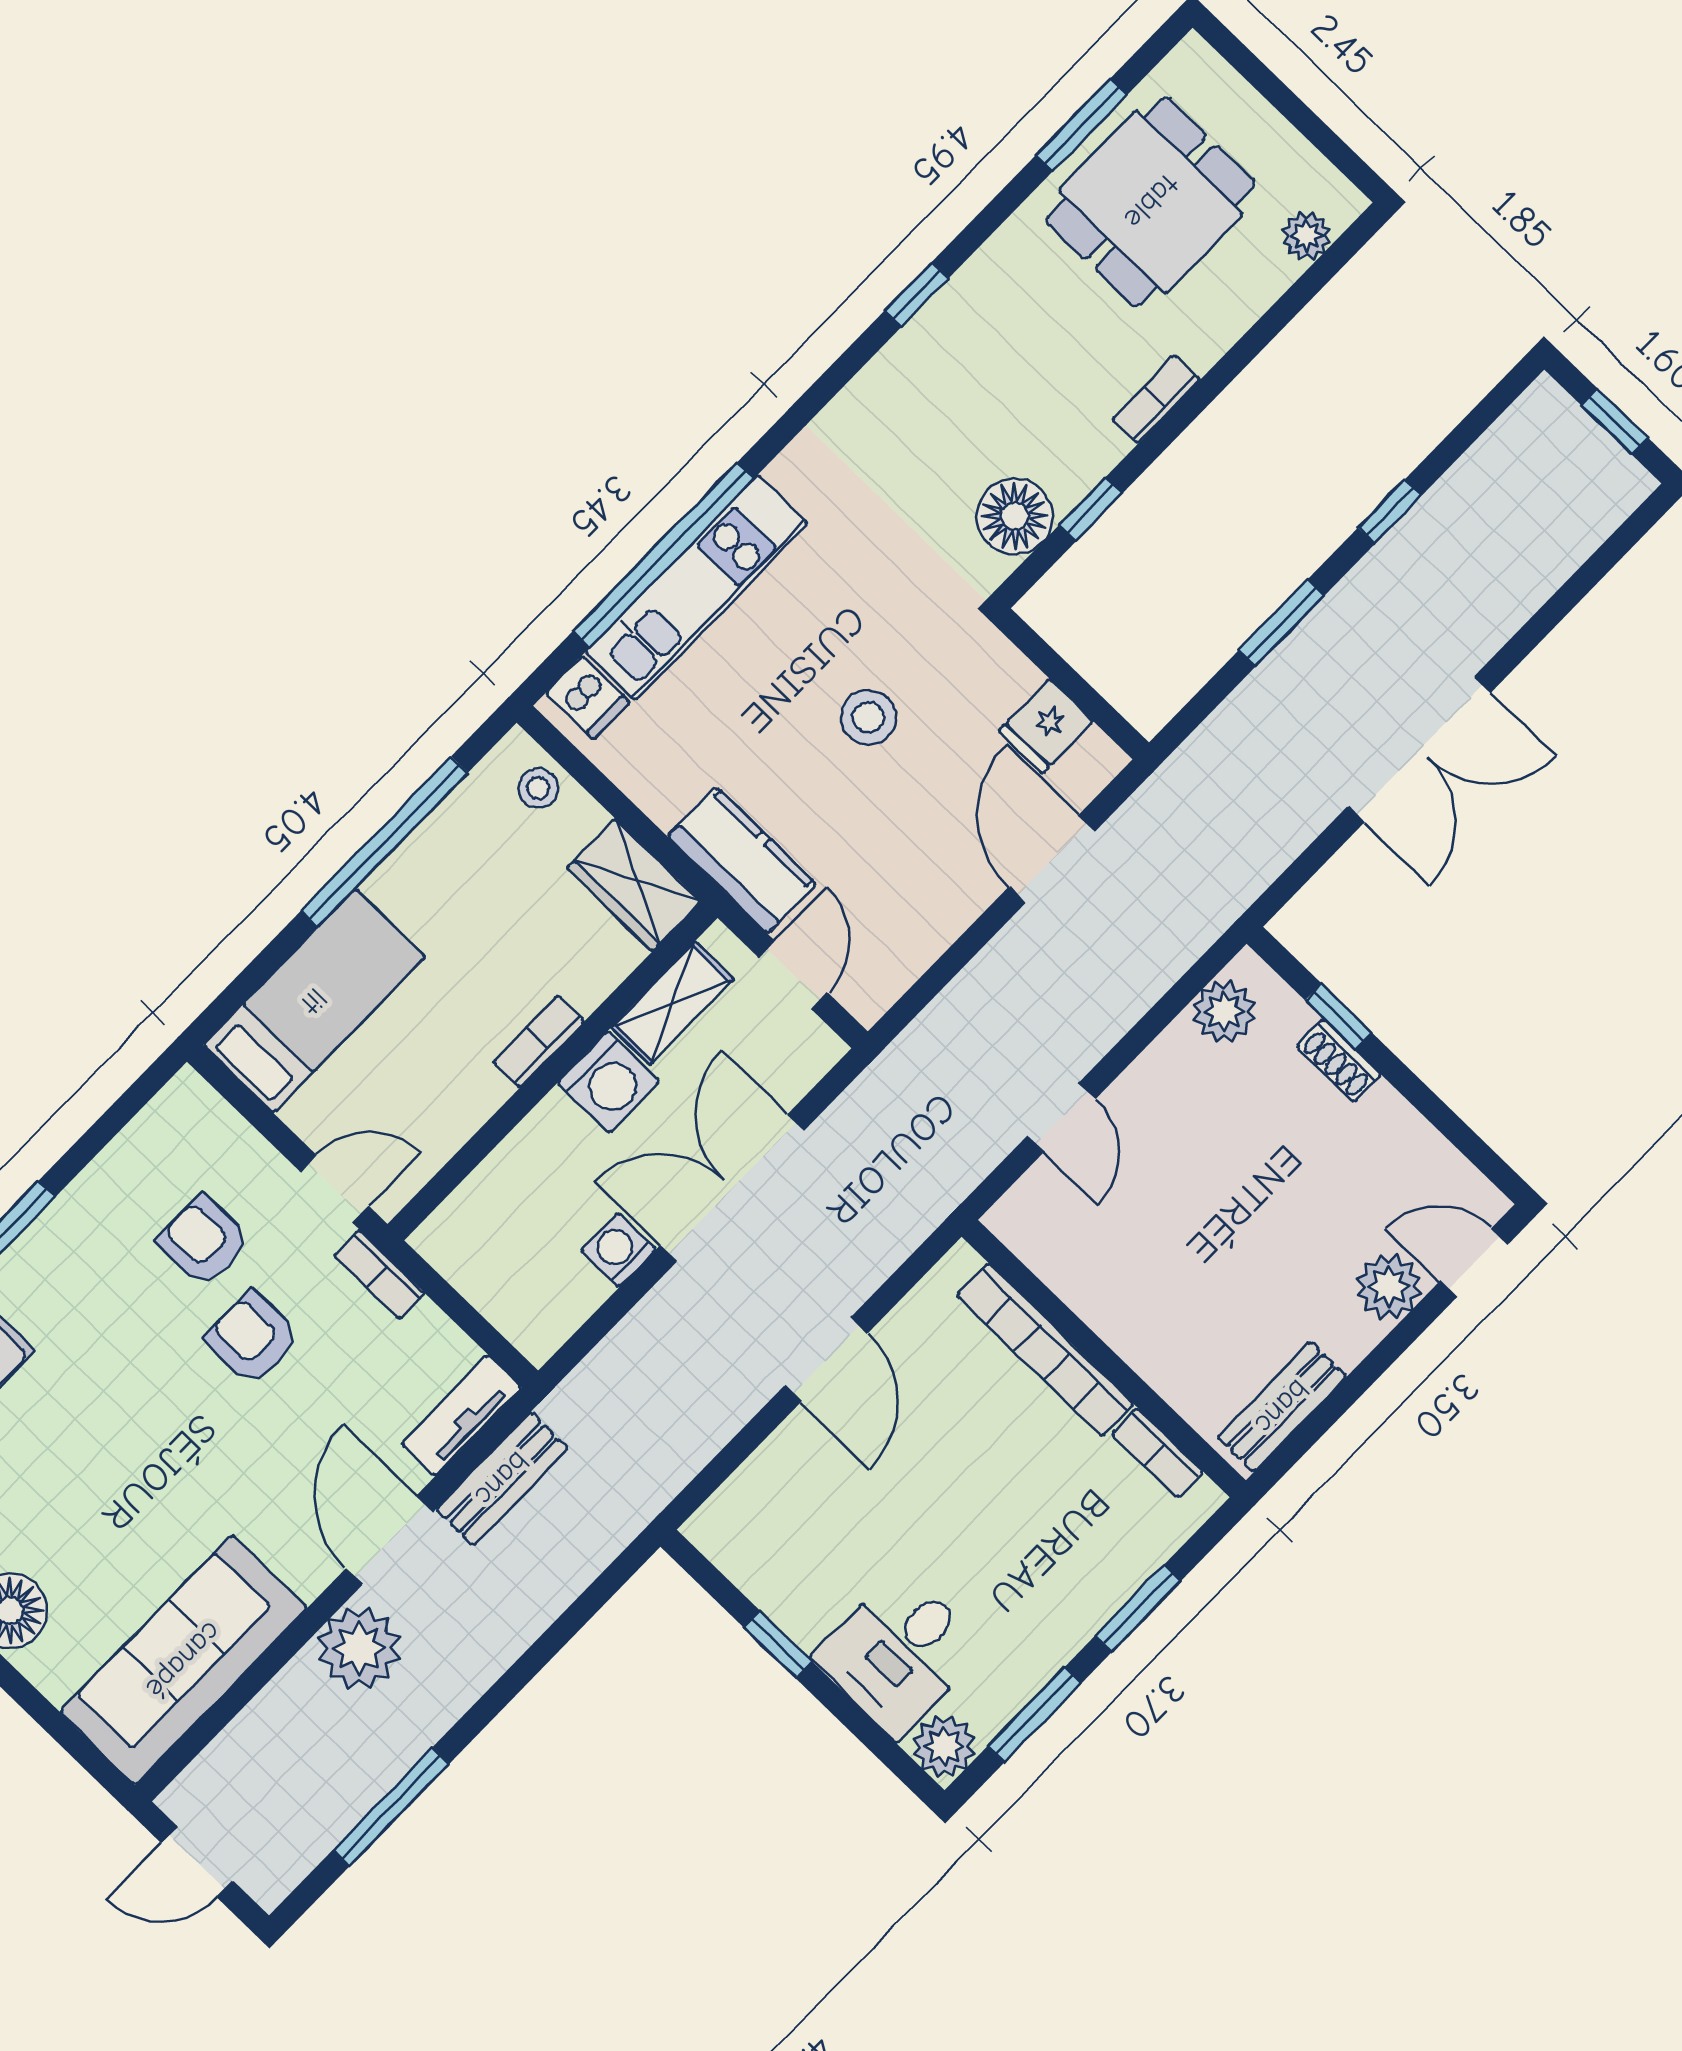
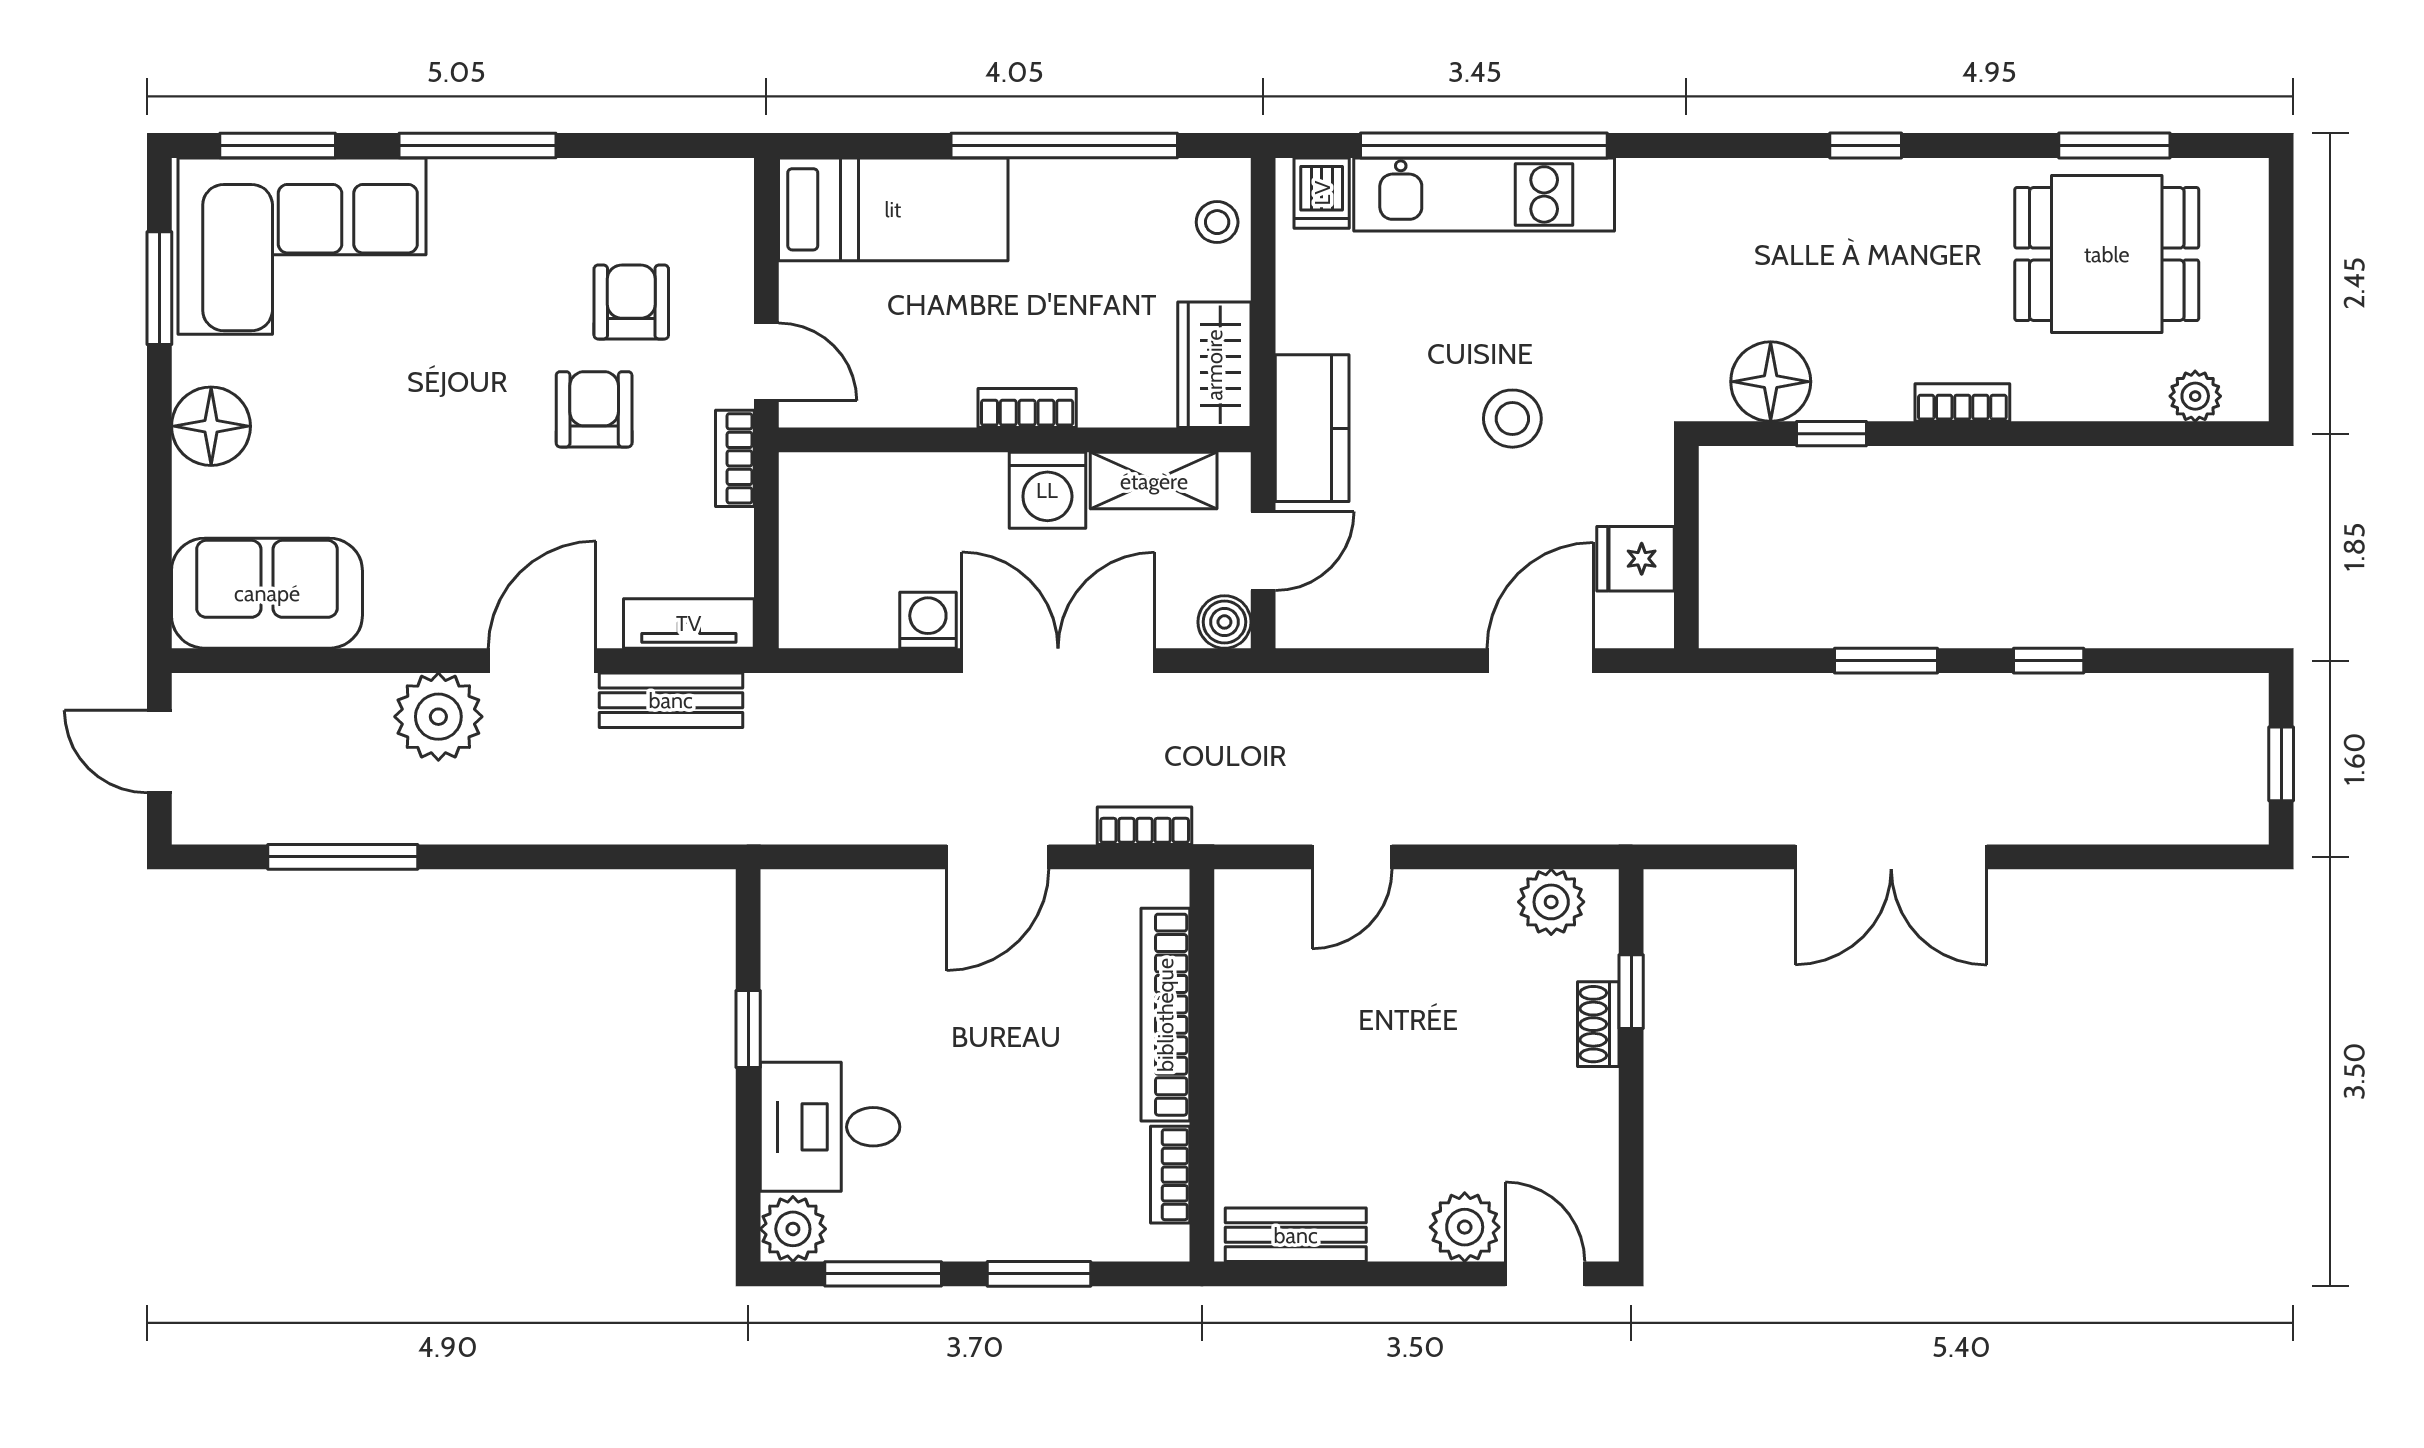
boiler: (816, 1049) -> (1224, 622), added
bookcase: (902, 1239) -> (1145, 826), added
sofa: (184, 1660) -> (267, 593), width x0.73

